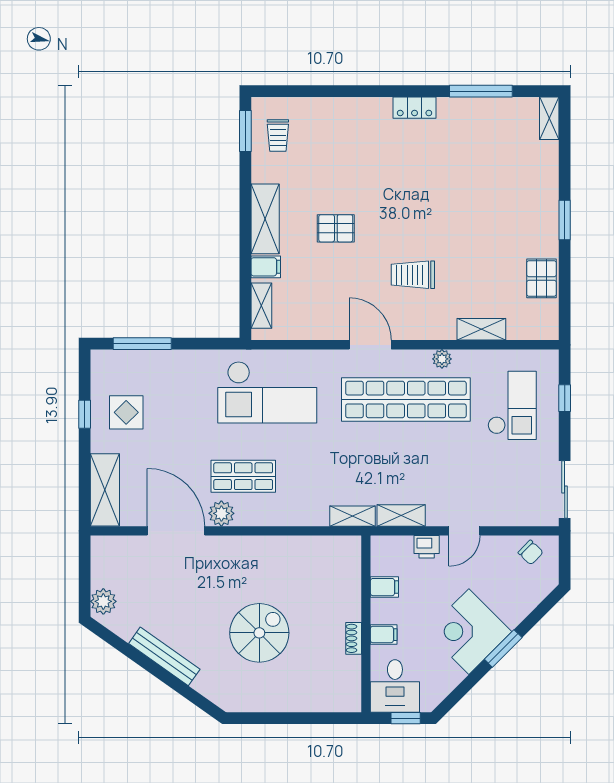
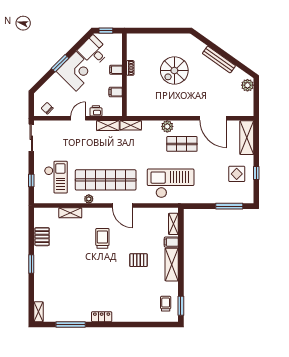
trolley: (413, 275) -> (102, 238), turned -90
checkout: (512, 405) -> (56, 177), turned 180
plant: (221, 513) -> (167, 126), moved
desk: (395, 686) -> (94, 51), moved, turned -45

